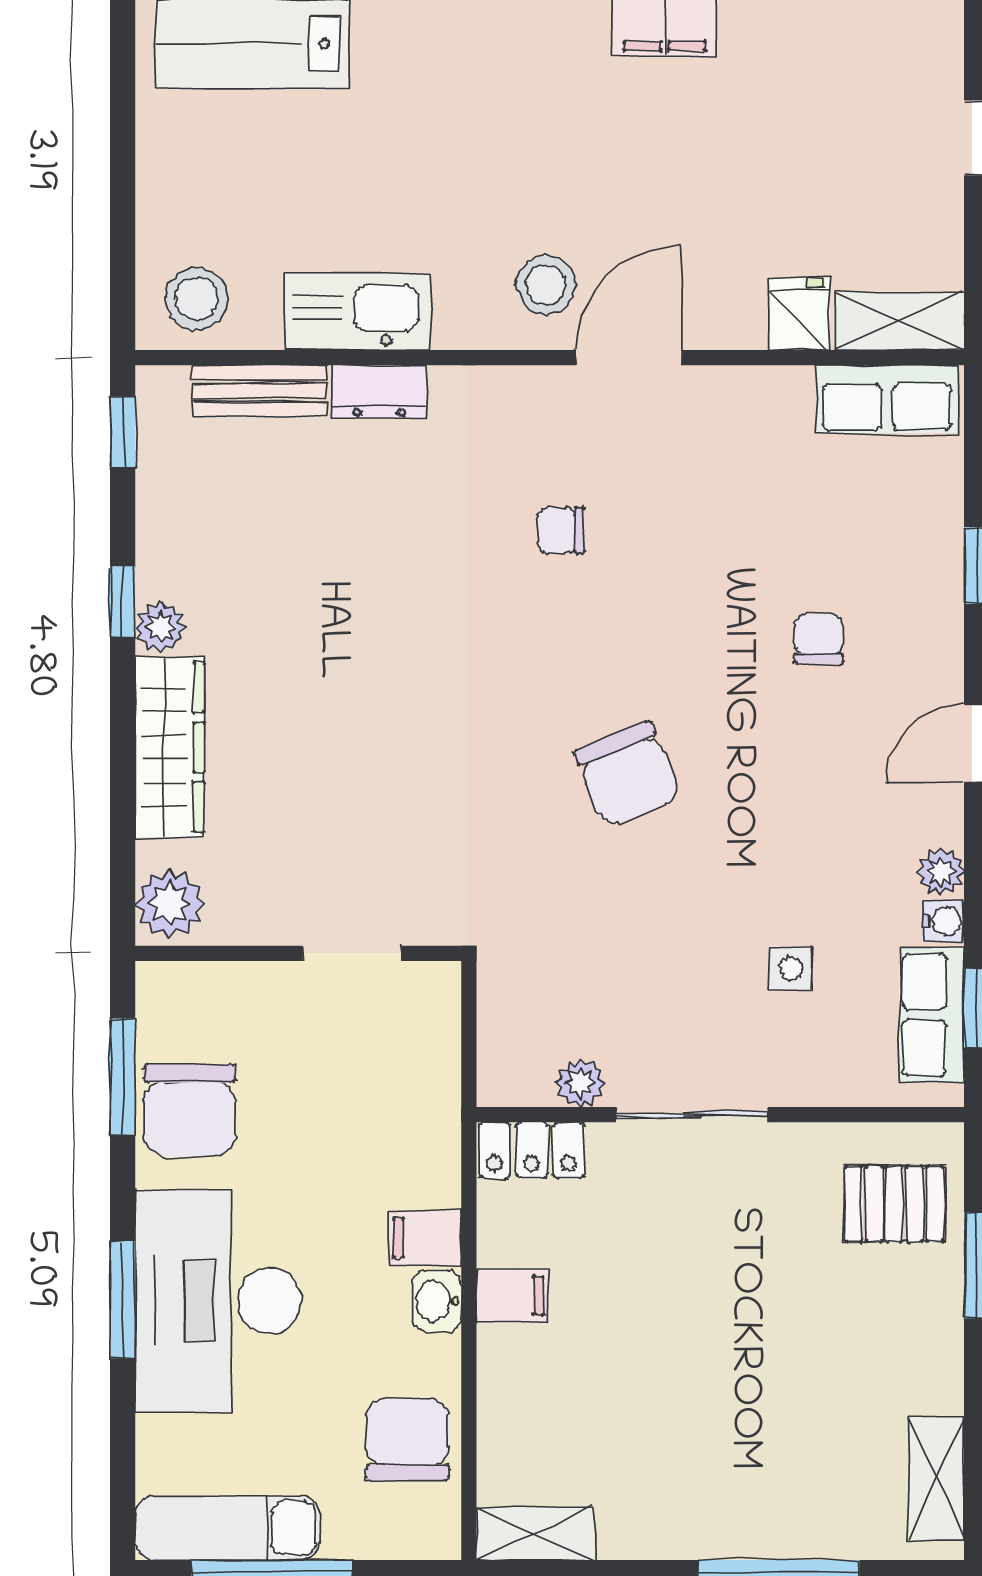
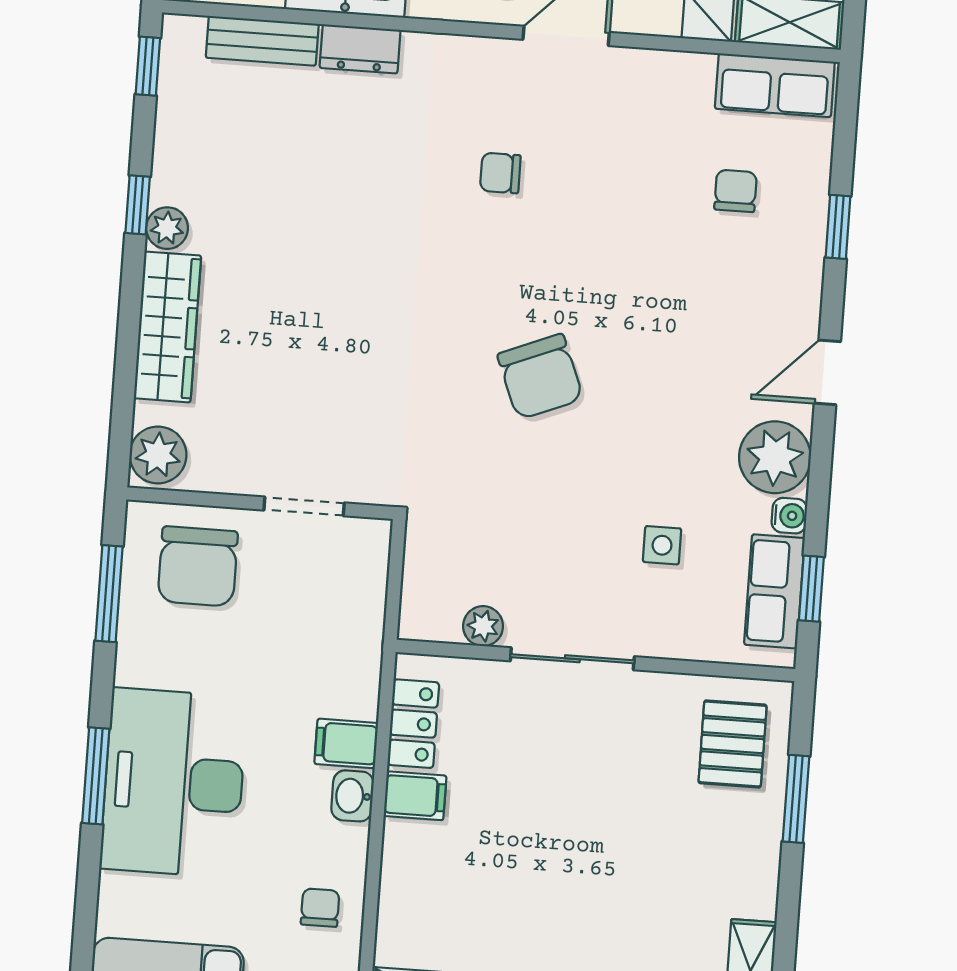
chair: (819, 639) -> (736, 191), moved
plant: (941, 872) -> (775, 457), width x1.87, depth x1.87
chair: (189, 1110) -> (198, 566), moved
locker: (532, 1150) -> (413, 724), moved, turned -90
pallet: (894, 1204) -> (733, 744), turned 90
chair: (407, 1440) -> (320, 908), width x0.54, depth x0.54

